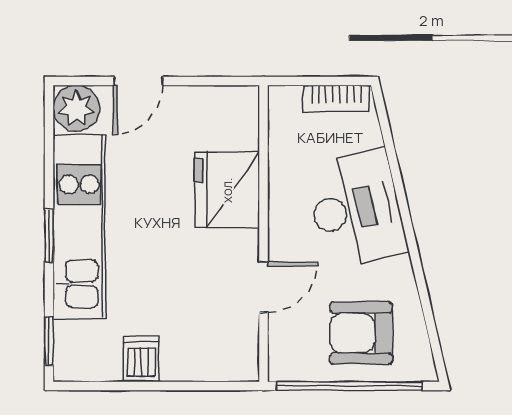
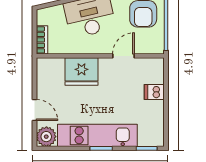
bookcase: (336, 98) -> (42, 40), moved
door: (263, 287) -> (123, 56), hinge flipped
dishwasher: (141, 359) -> (154, 92), moved

